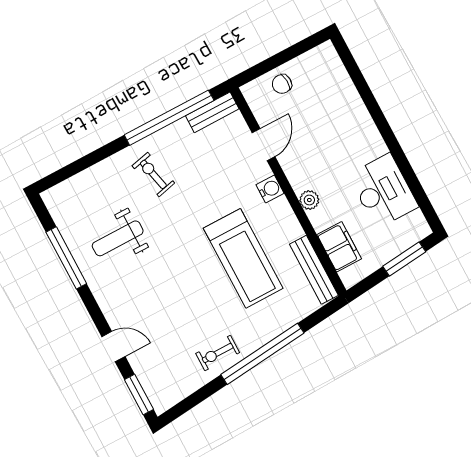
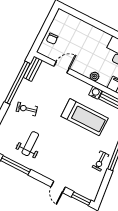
door: (264, 145) -> (62, 67), hinge flipped
water cooler: (270, 189) -> (95, 93), moved
weight bench: (118, 238) -> (30, 144), turned 180
door: (113, 347) -> (58, 187), swing flipped

